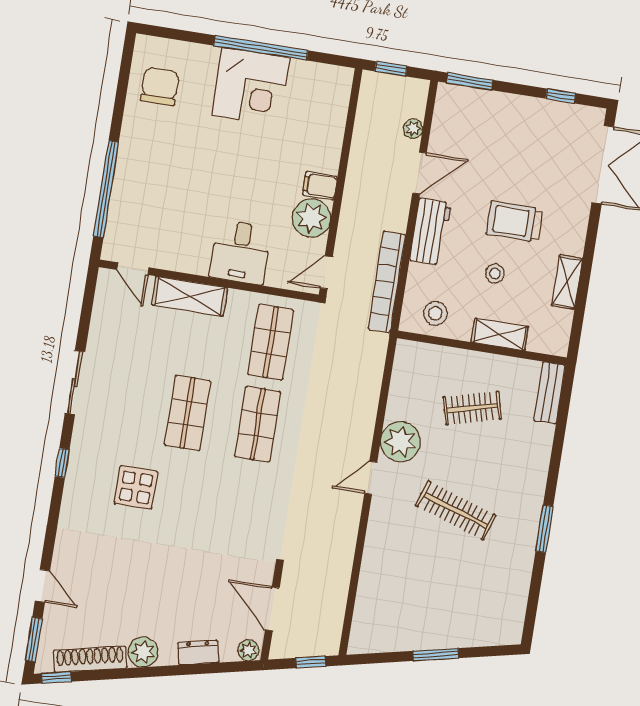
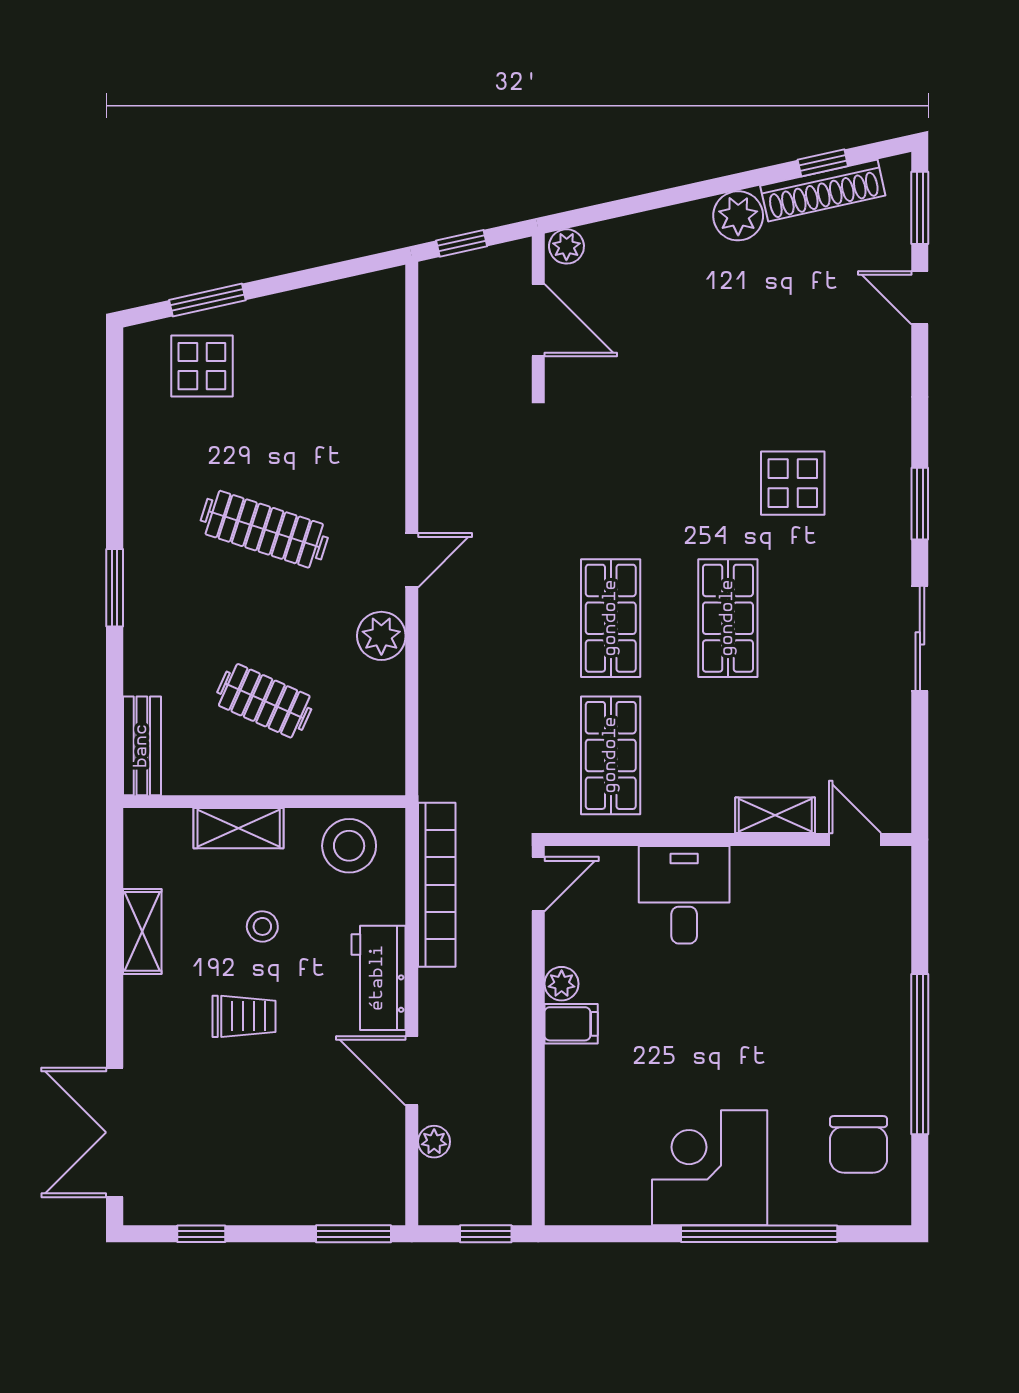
window: (261, 48) -> (759, 1234), moved
door: (419, 173) -> (412, 1071), hinge flipped
window: (106, 189) -> (920, 1054), moved
plant: (312, 218) -> (562, 984), width x0.53, depth x0.53
trolley: (514, 222) -> (244, 1016), width x0.73, depth x0.72
shelving: (189, 296) -> (775, 815), width x0.67, depth x0.75
stool: (435, 313) -> (349, 846), width x1.38, depth x1.38
clothes rail: (472, 408) -> (264, 701), turned 39
plant: (401, 442) -> (381, 636), width x0.73, depth x0.73
window: (62, 463) -> (920, 504), width x1.50
window: (544, 529) -> (115, 588), moved
display table: (477, 614) -> (202, 366), added
dresser: (198, 652) -> (648, 230), removed
window: (436, 655) -> (207, 300), moved
window: (56, 677) -> (823, 163), moved

